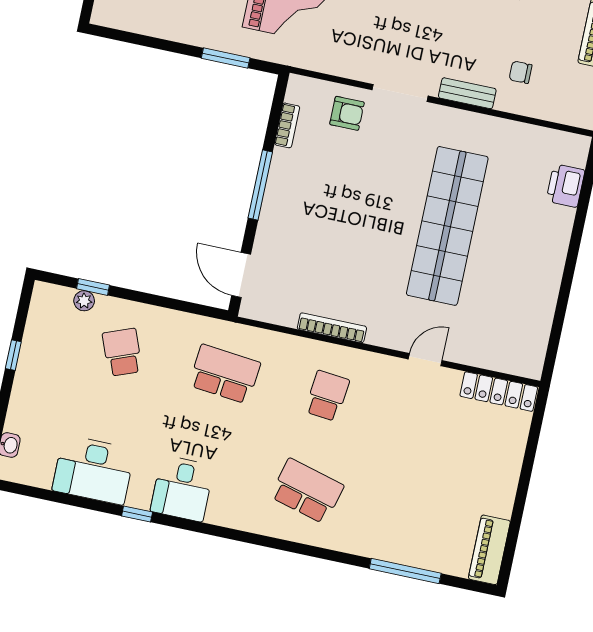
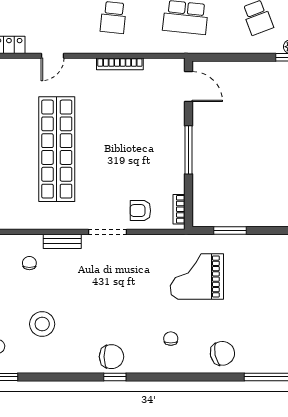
chair: (521, 72) -> (29, 263), turned -90
bookcase: (287, 125) -> (179, 209), moved

